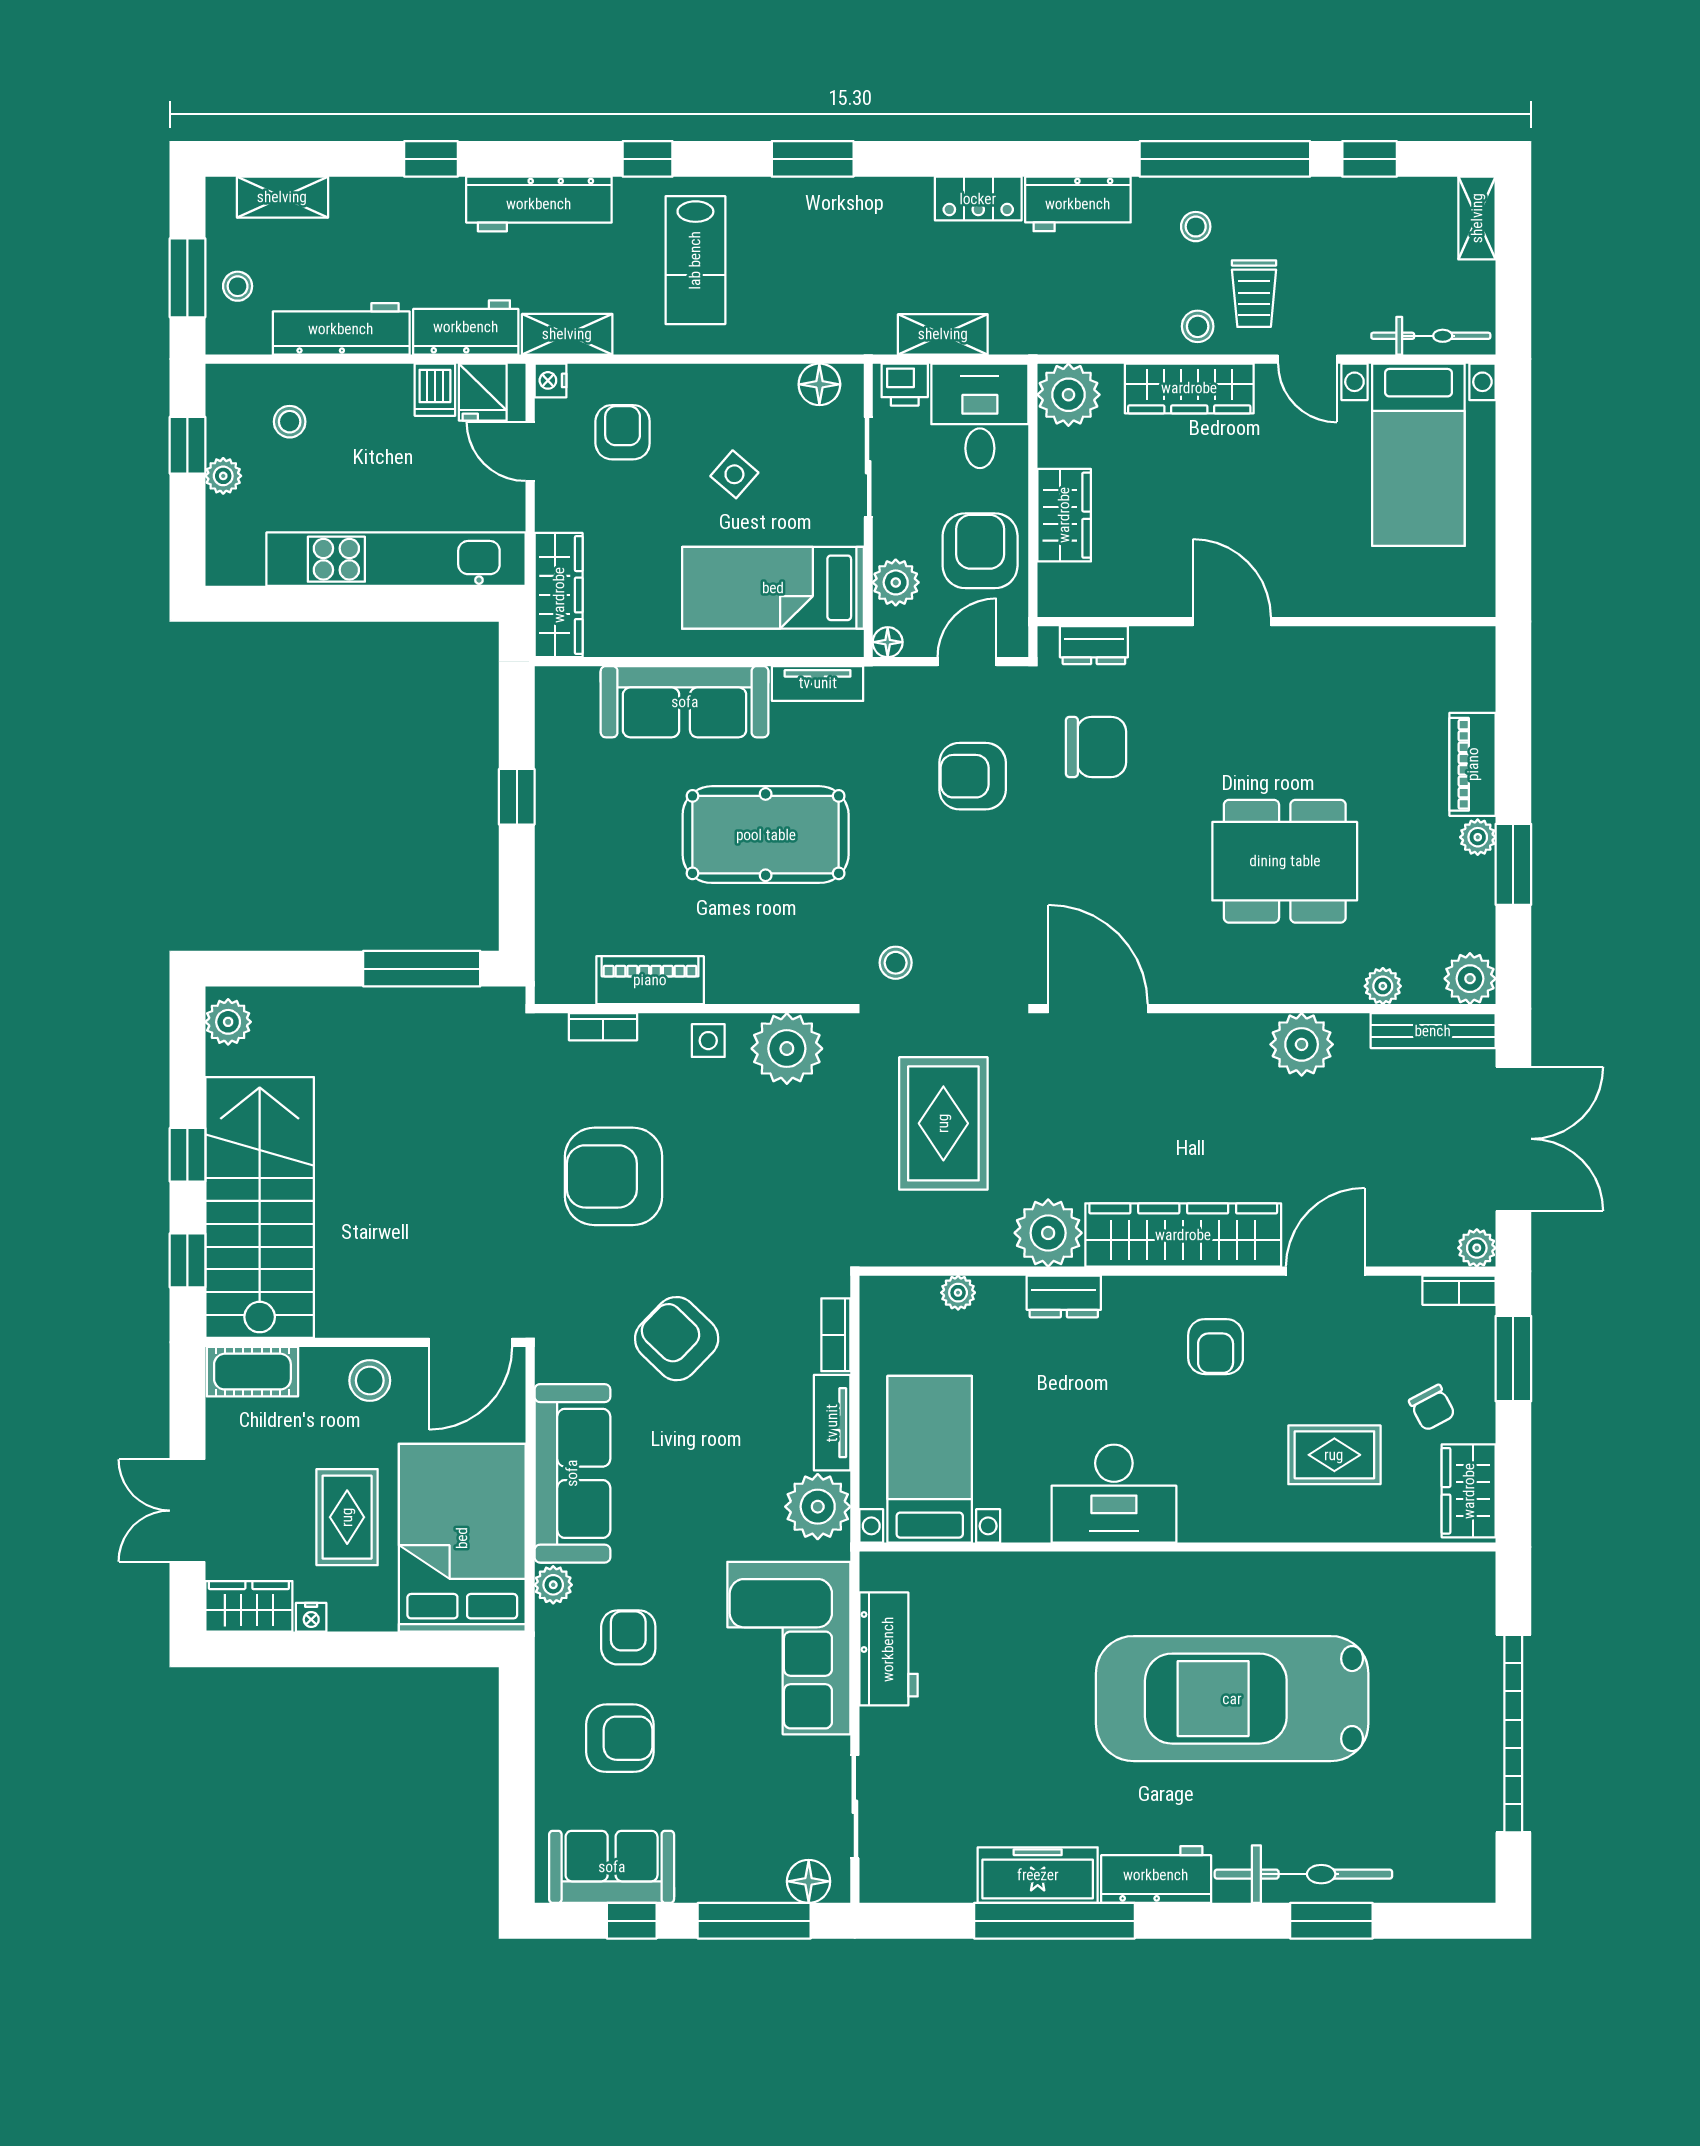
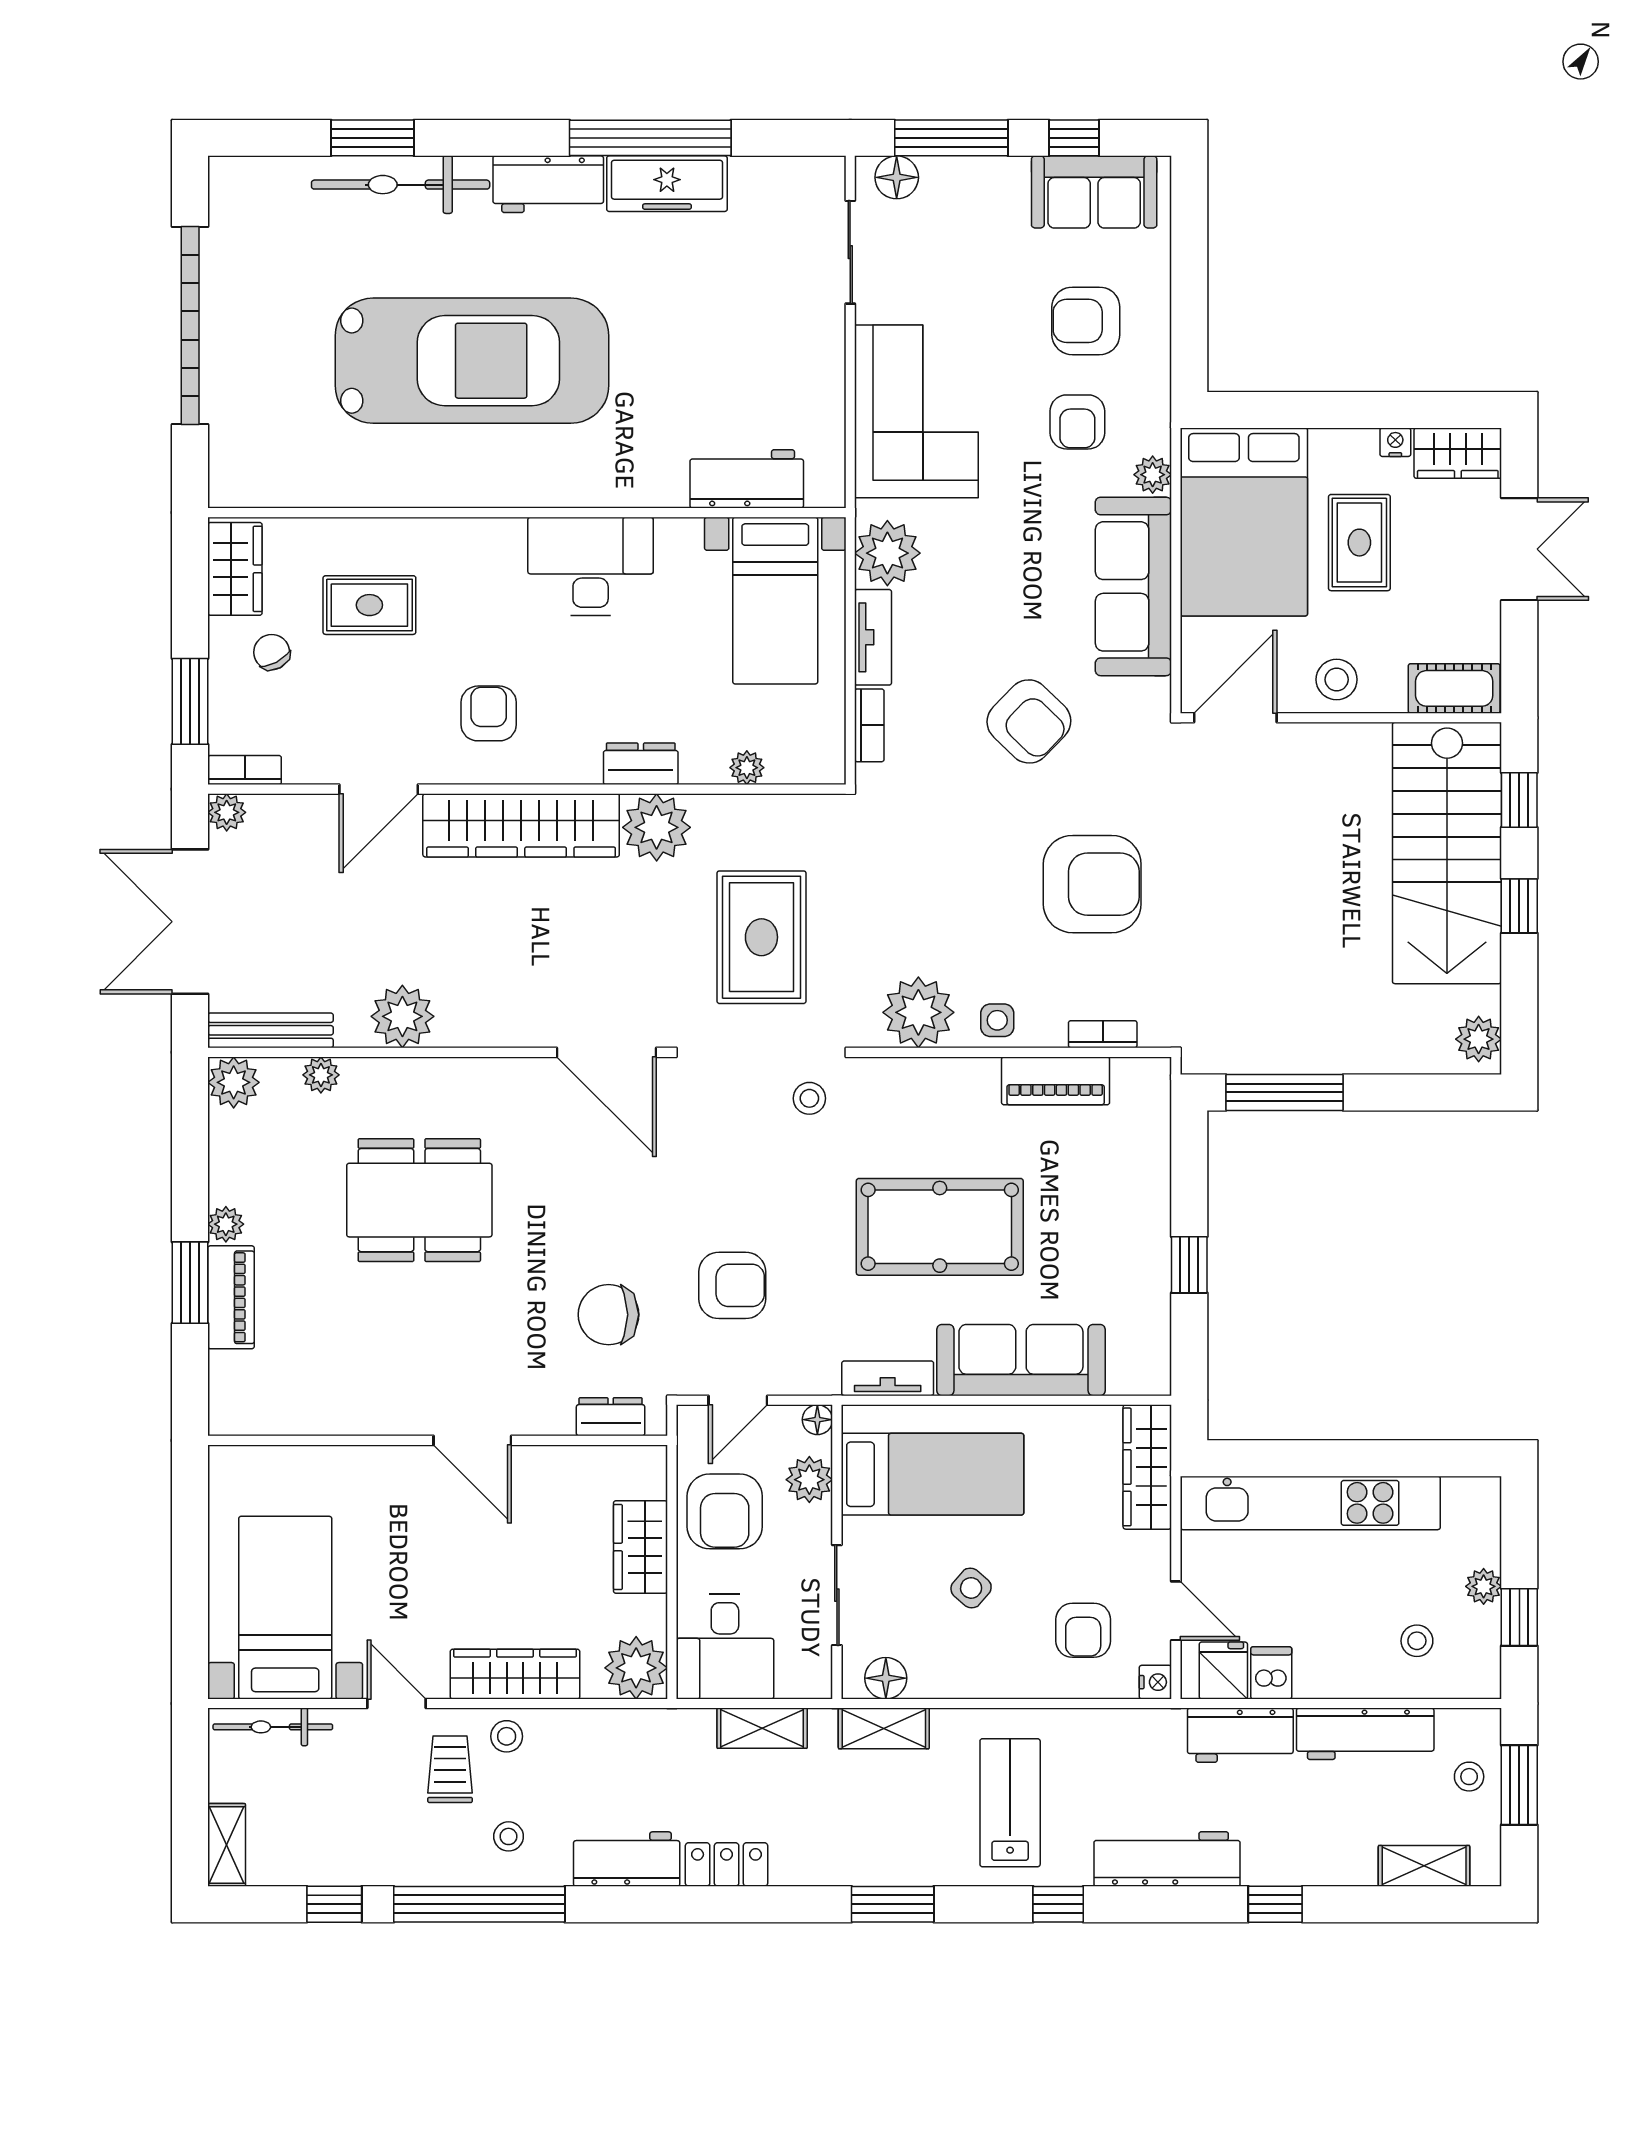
shelving: (567, 334) -> (884, 1728), moved
printer: (905, 385) -> (800, 1678), removed
window: (1513, 864) -> (190, 1283), moved
workbench: (888, 1649) -> (747, 479), moved, turned 90

